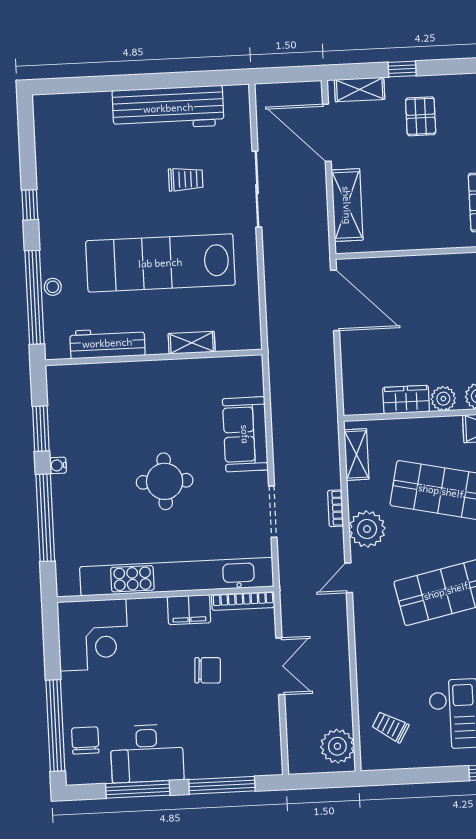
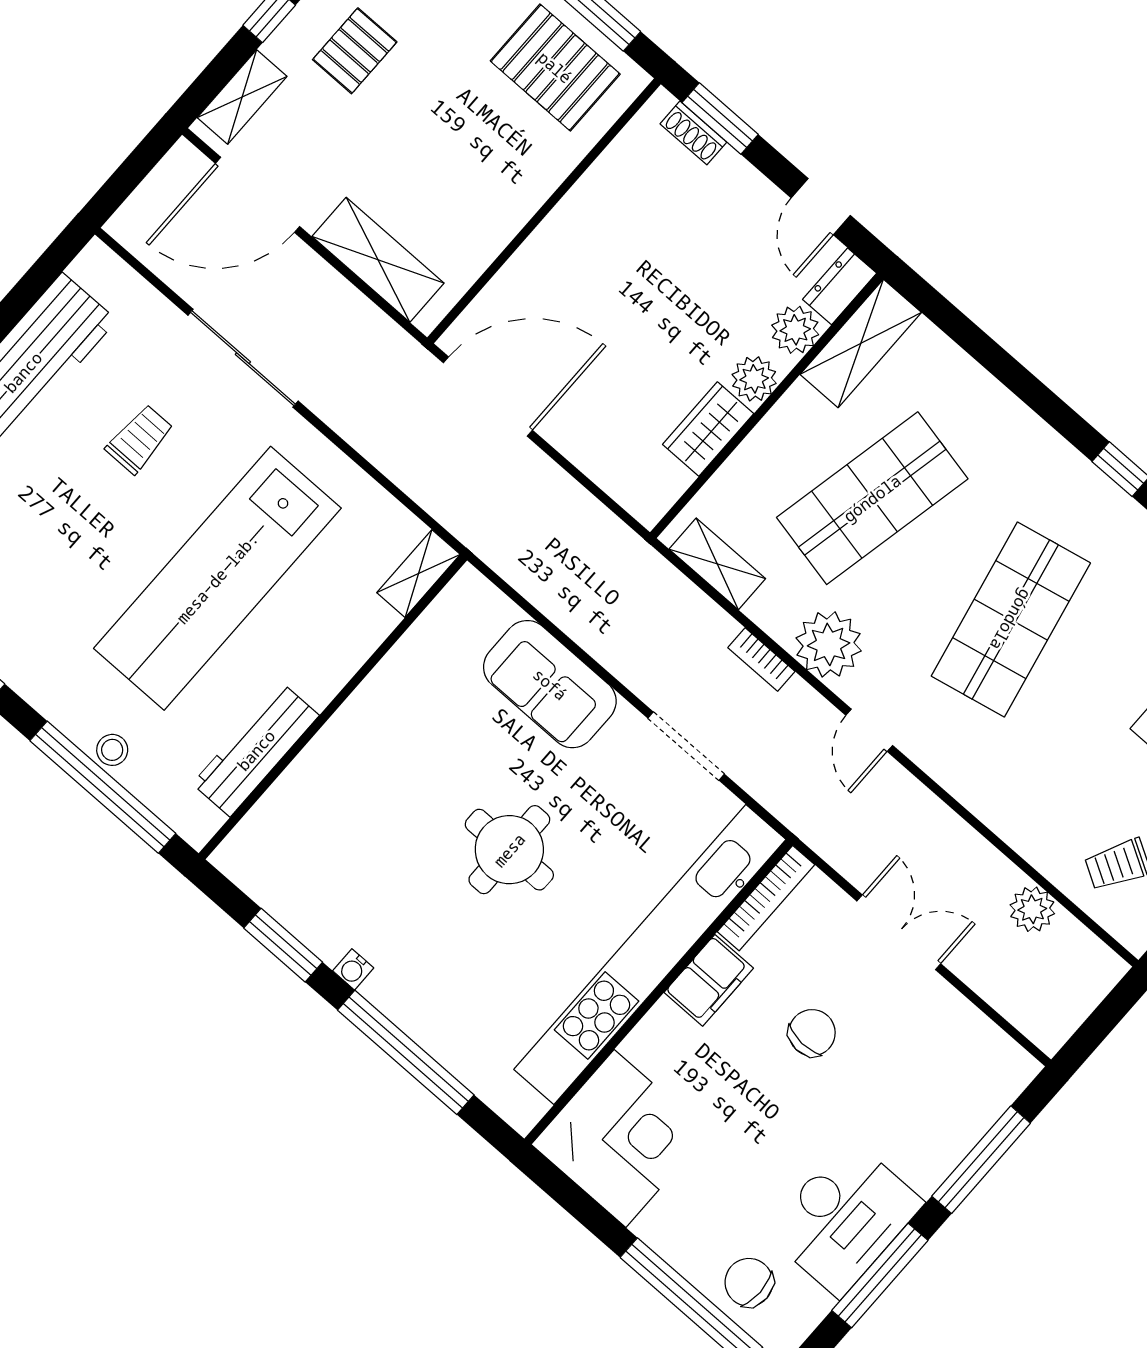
pallet: (421, 116) -> (355, 51), turned 90
shelving: (192, 343) -> (419, 574), moved
plant: (337, 746) -> (1032, 909), moved, width x0.73, depth x0.73

